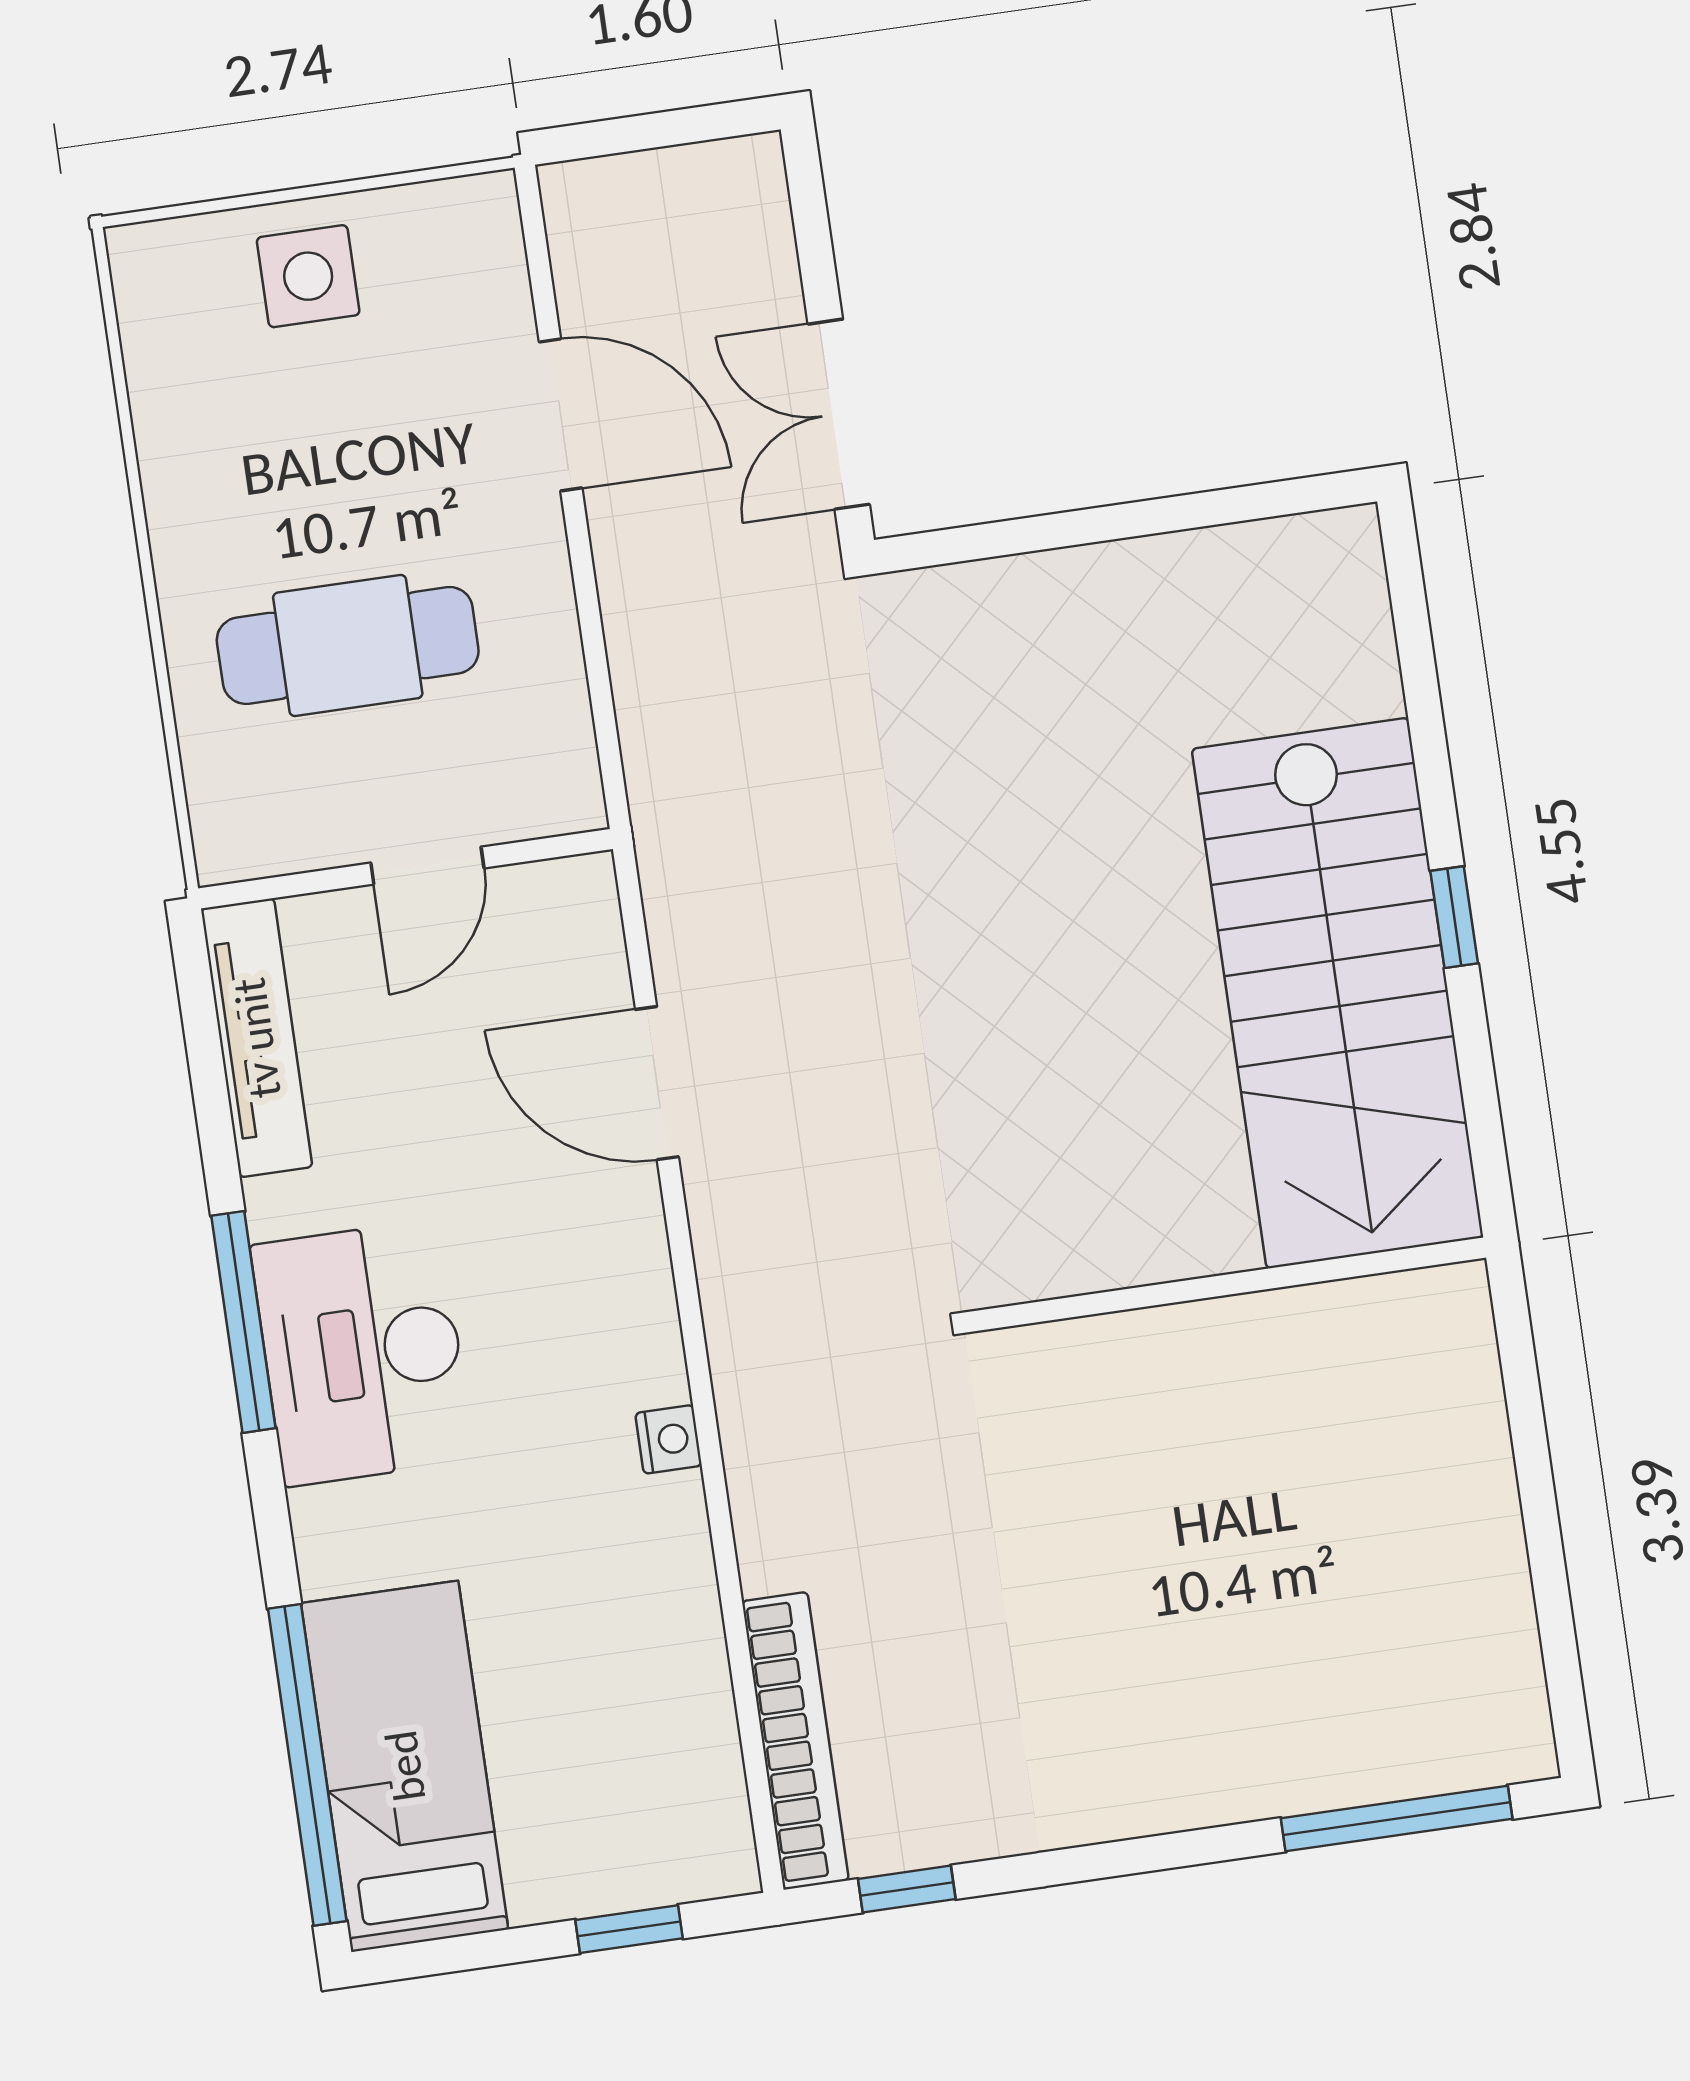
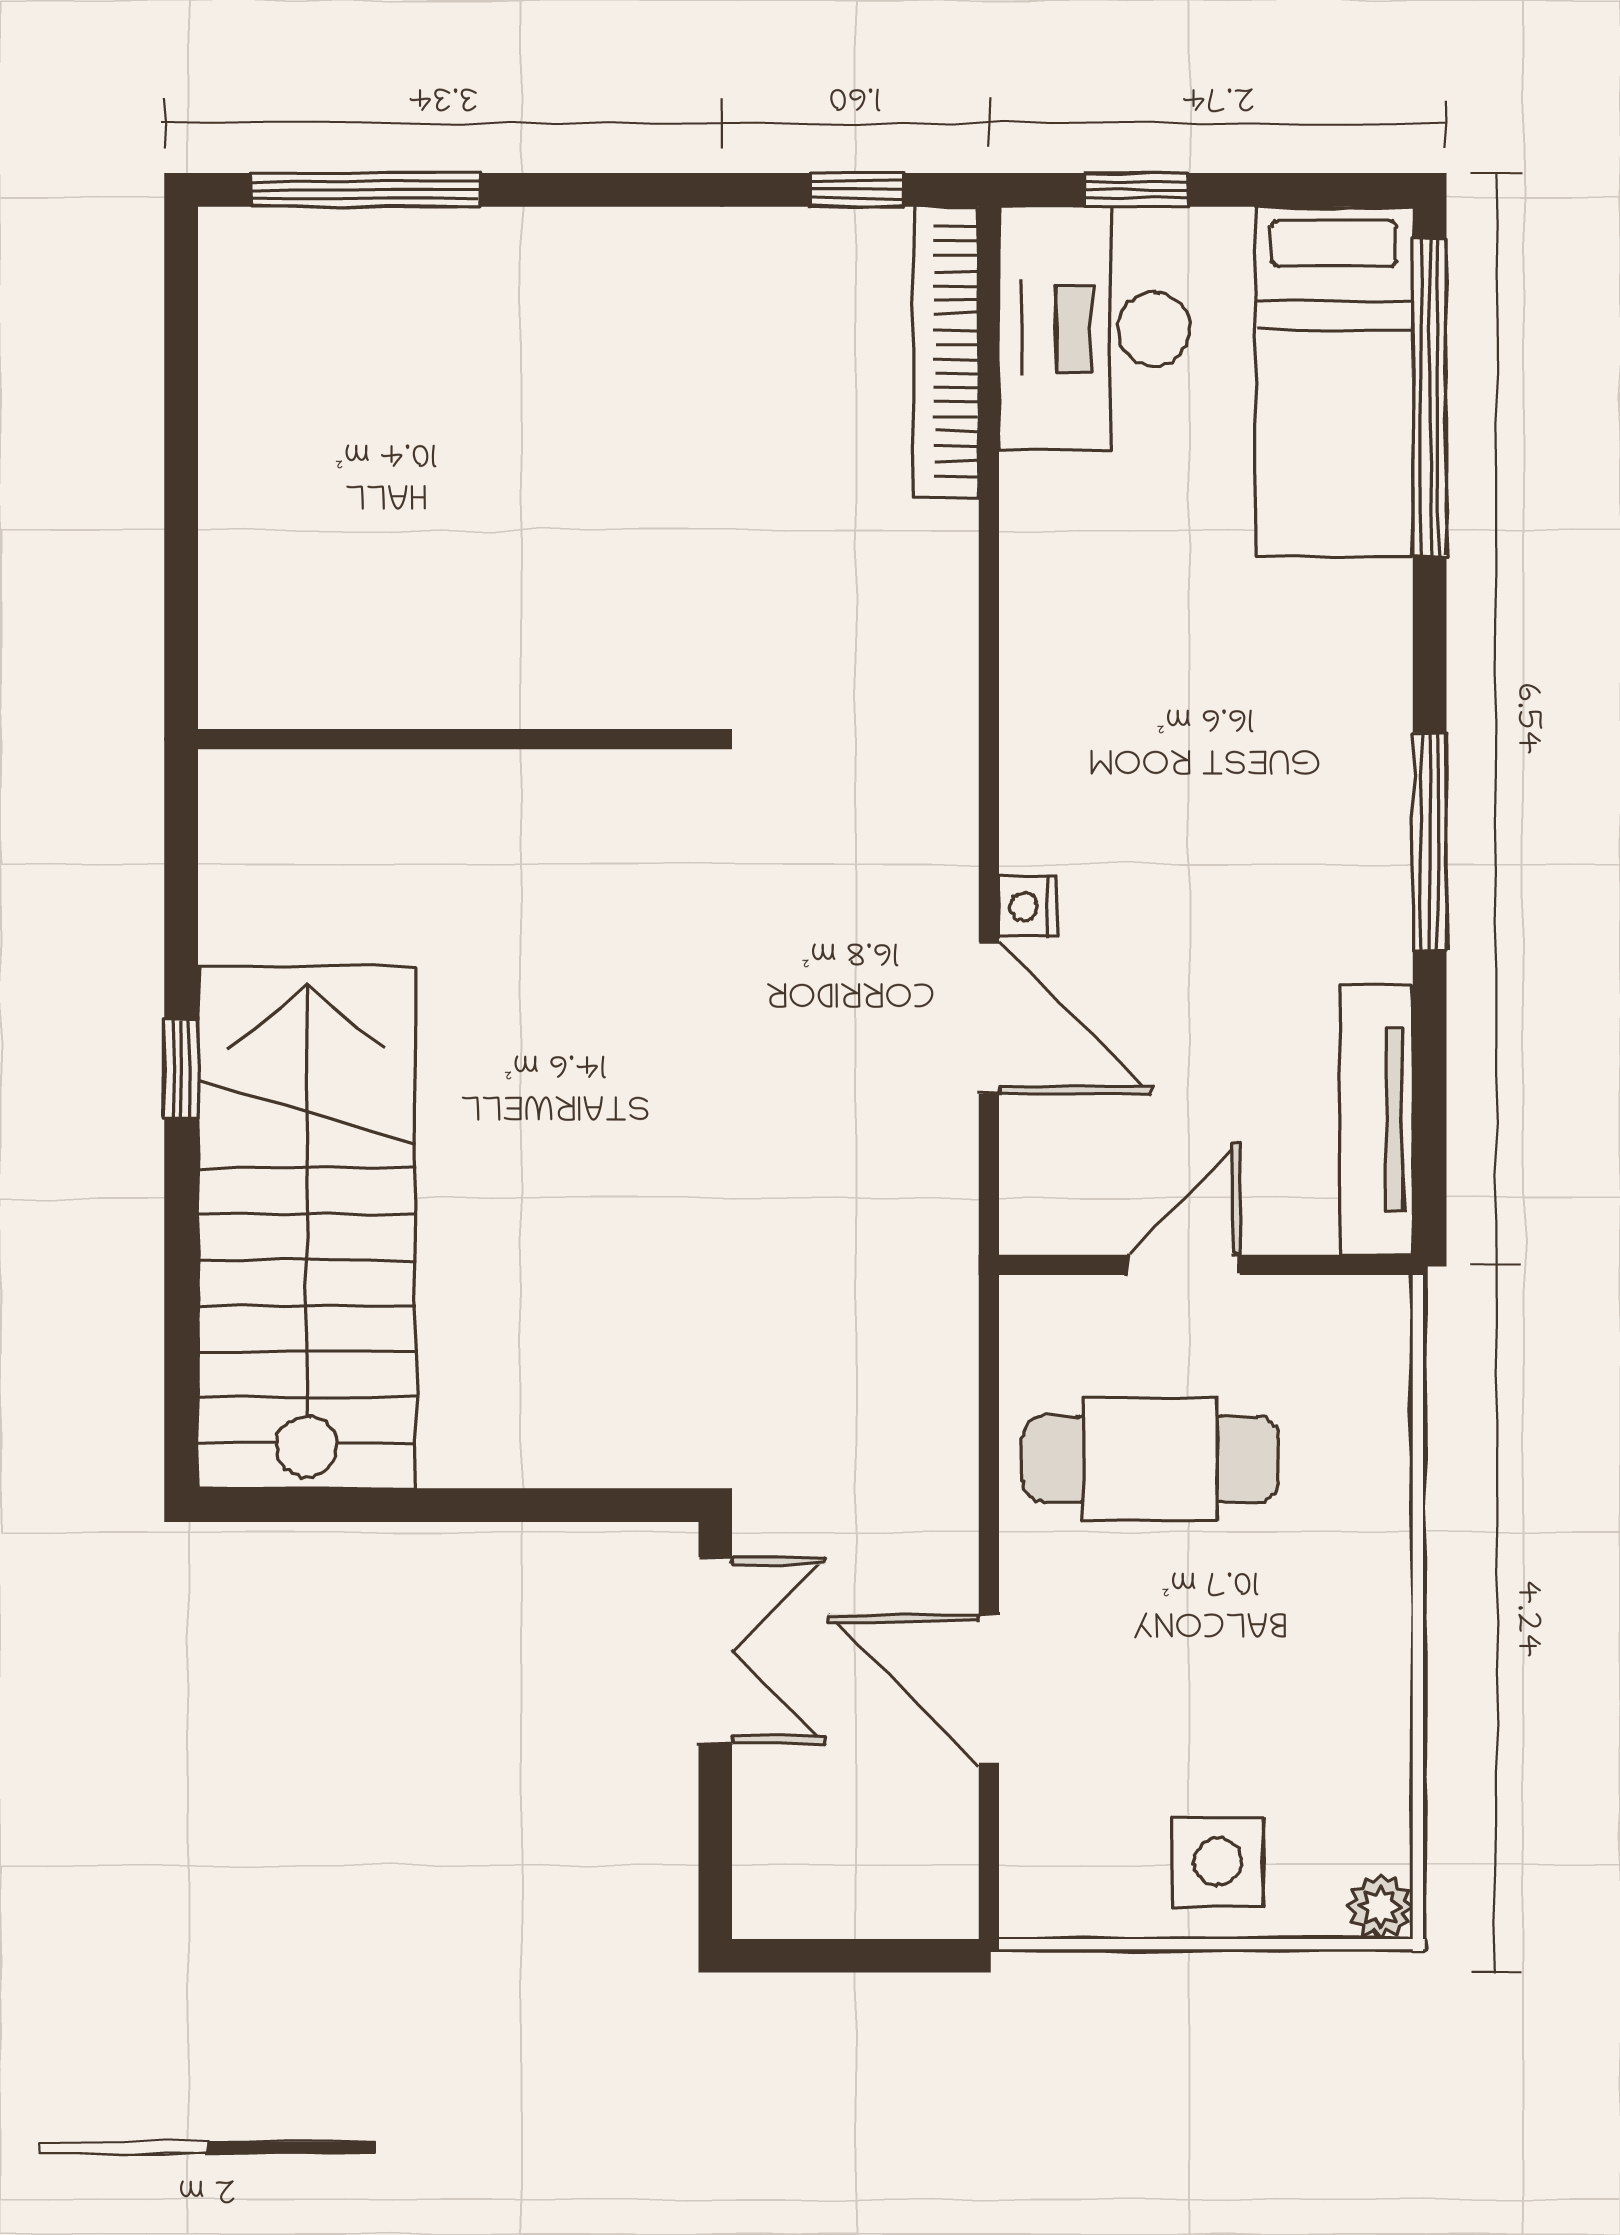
plant: (140, 255) -> (1380, 1906), added
cafe table: (348, 645) -> (1151, 1459), moved
stairs: (1337, 993) -> (307, 1227), moved
desk: (362, 1353) -> (1095, 329), moved, turned 180
nightstand: (669, 1439) -> (1028, 907), moved

